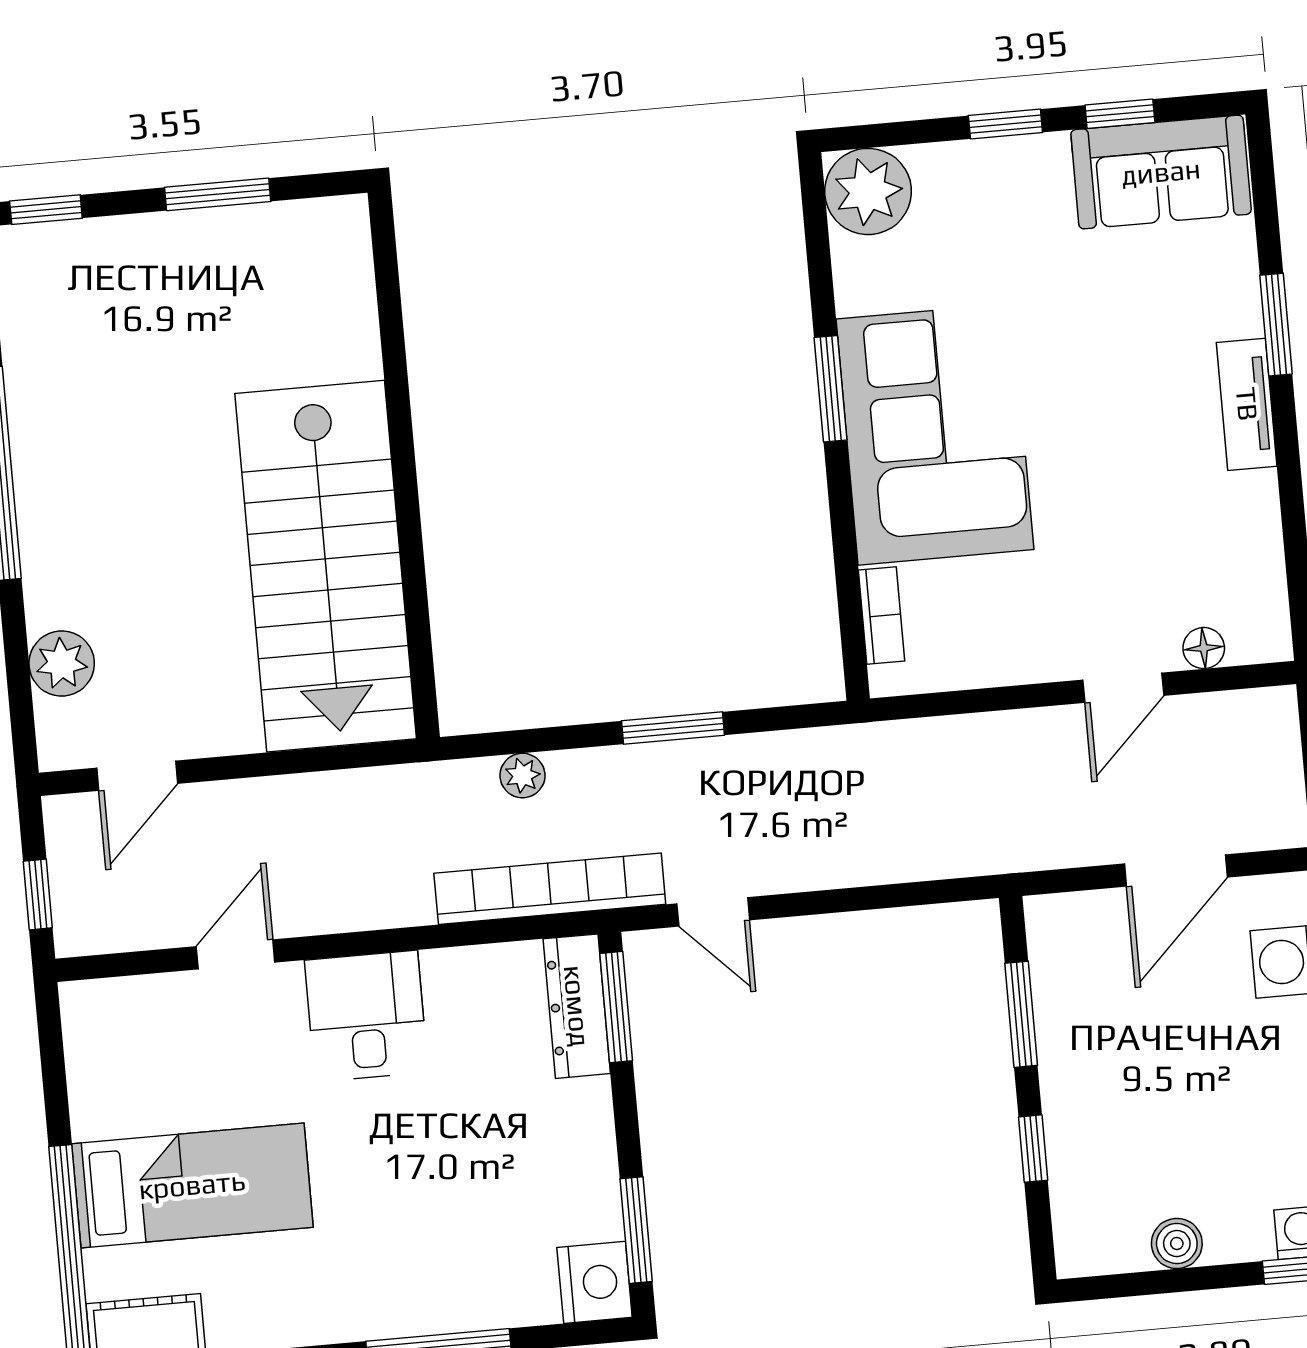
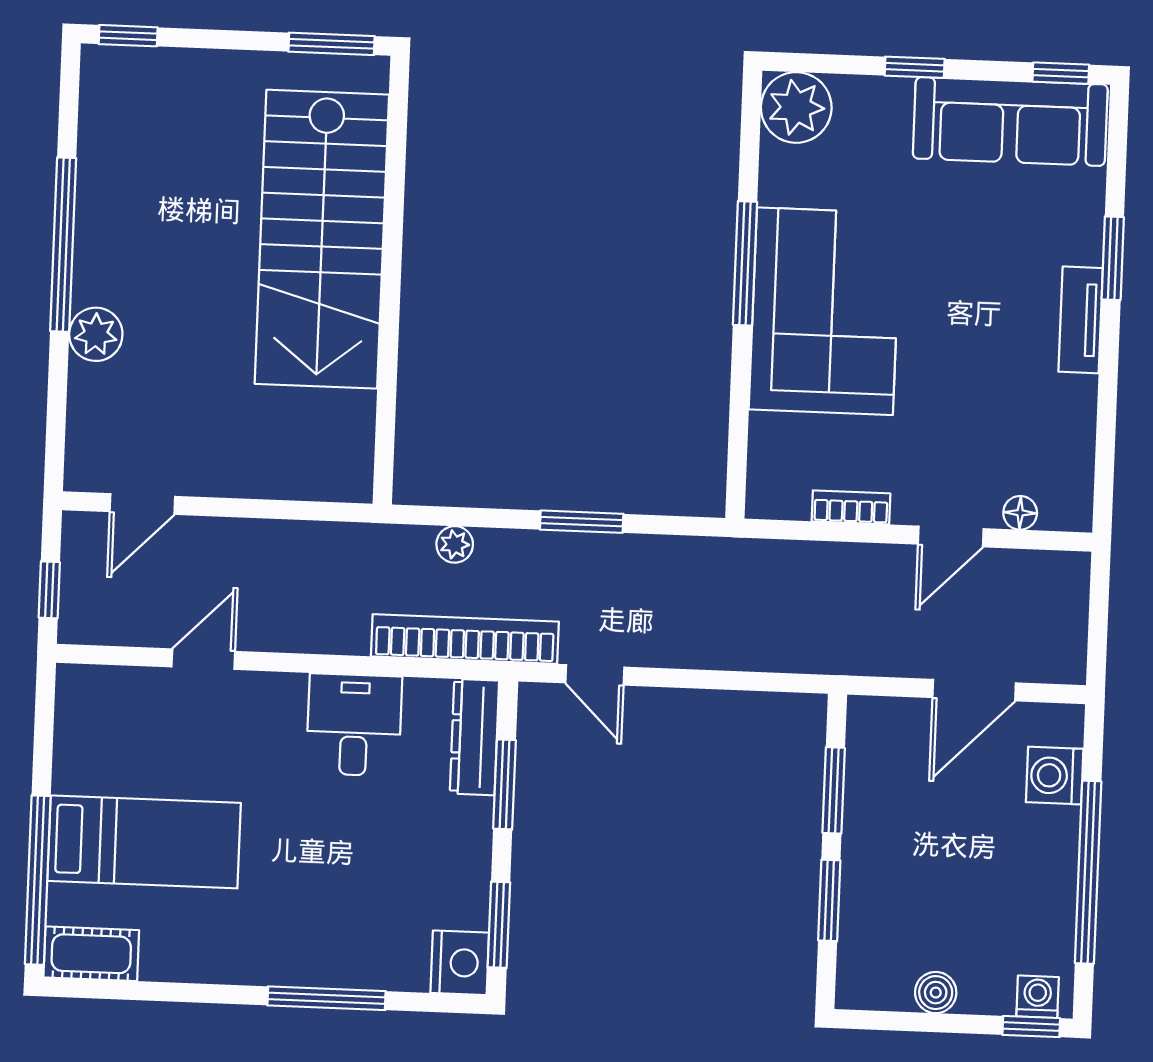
window: (1120, 114) -> (1061, 73), moved
sofa: (1161, 172) -> (1010, 121), width x1.36
window: (218, 194) -> (332, 44), moved
window: (831, 389) -> (745, 263), width x1.44
stairs: (326, 566) -> (322, 239), moved
bookcase: (882, 616) -> (851, 507), moved, turned -90
plant: (62, 663) -> (96, 334), moved
window: (616, 1007) -> (505, 784), moved
desk: (366, 1016) -> (354, 725), moved
window: (1033, 1149) -> (829, 900), width x1.50

